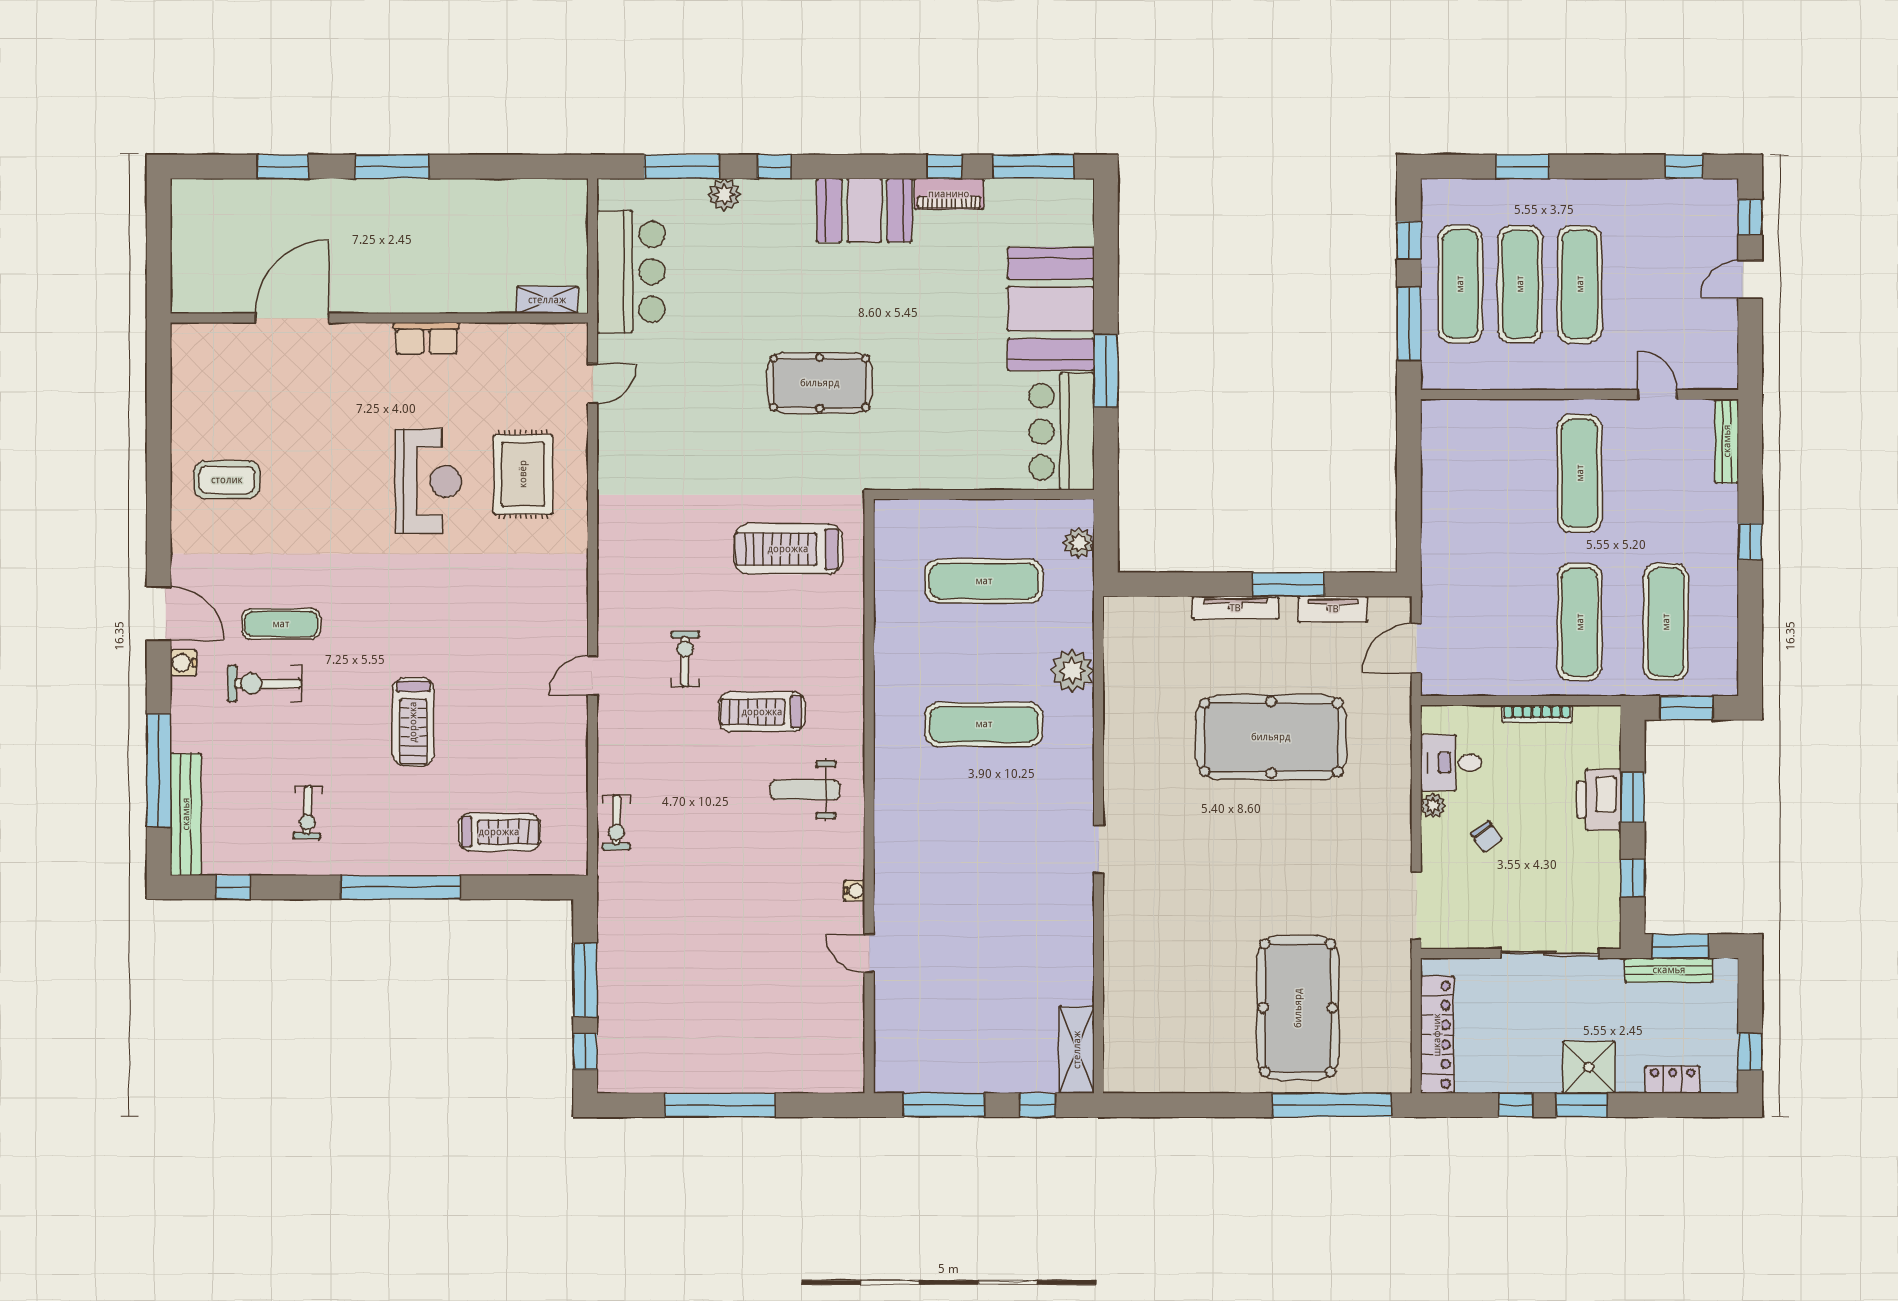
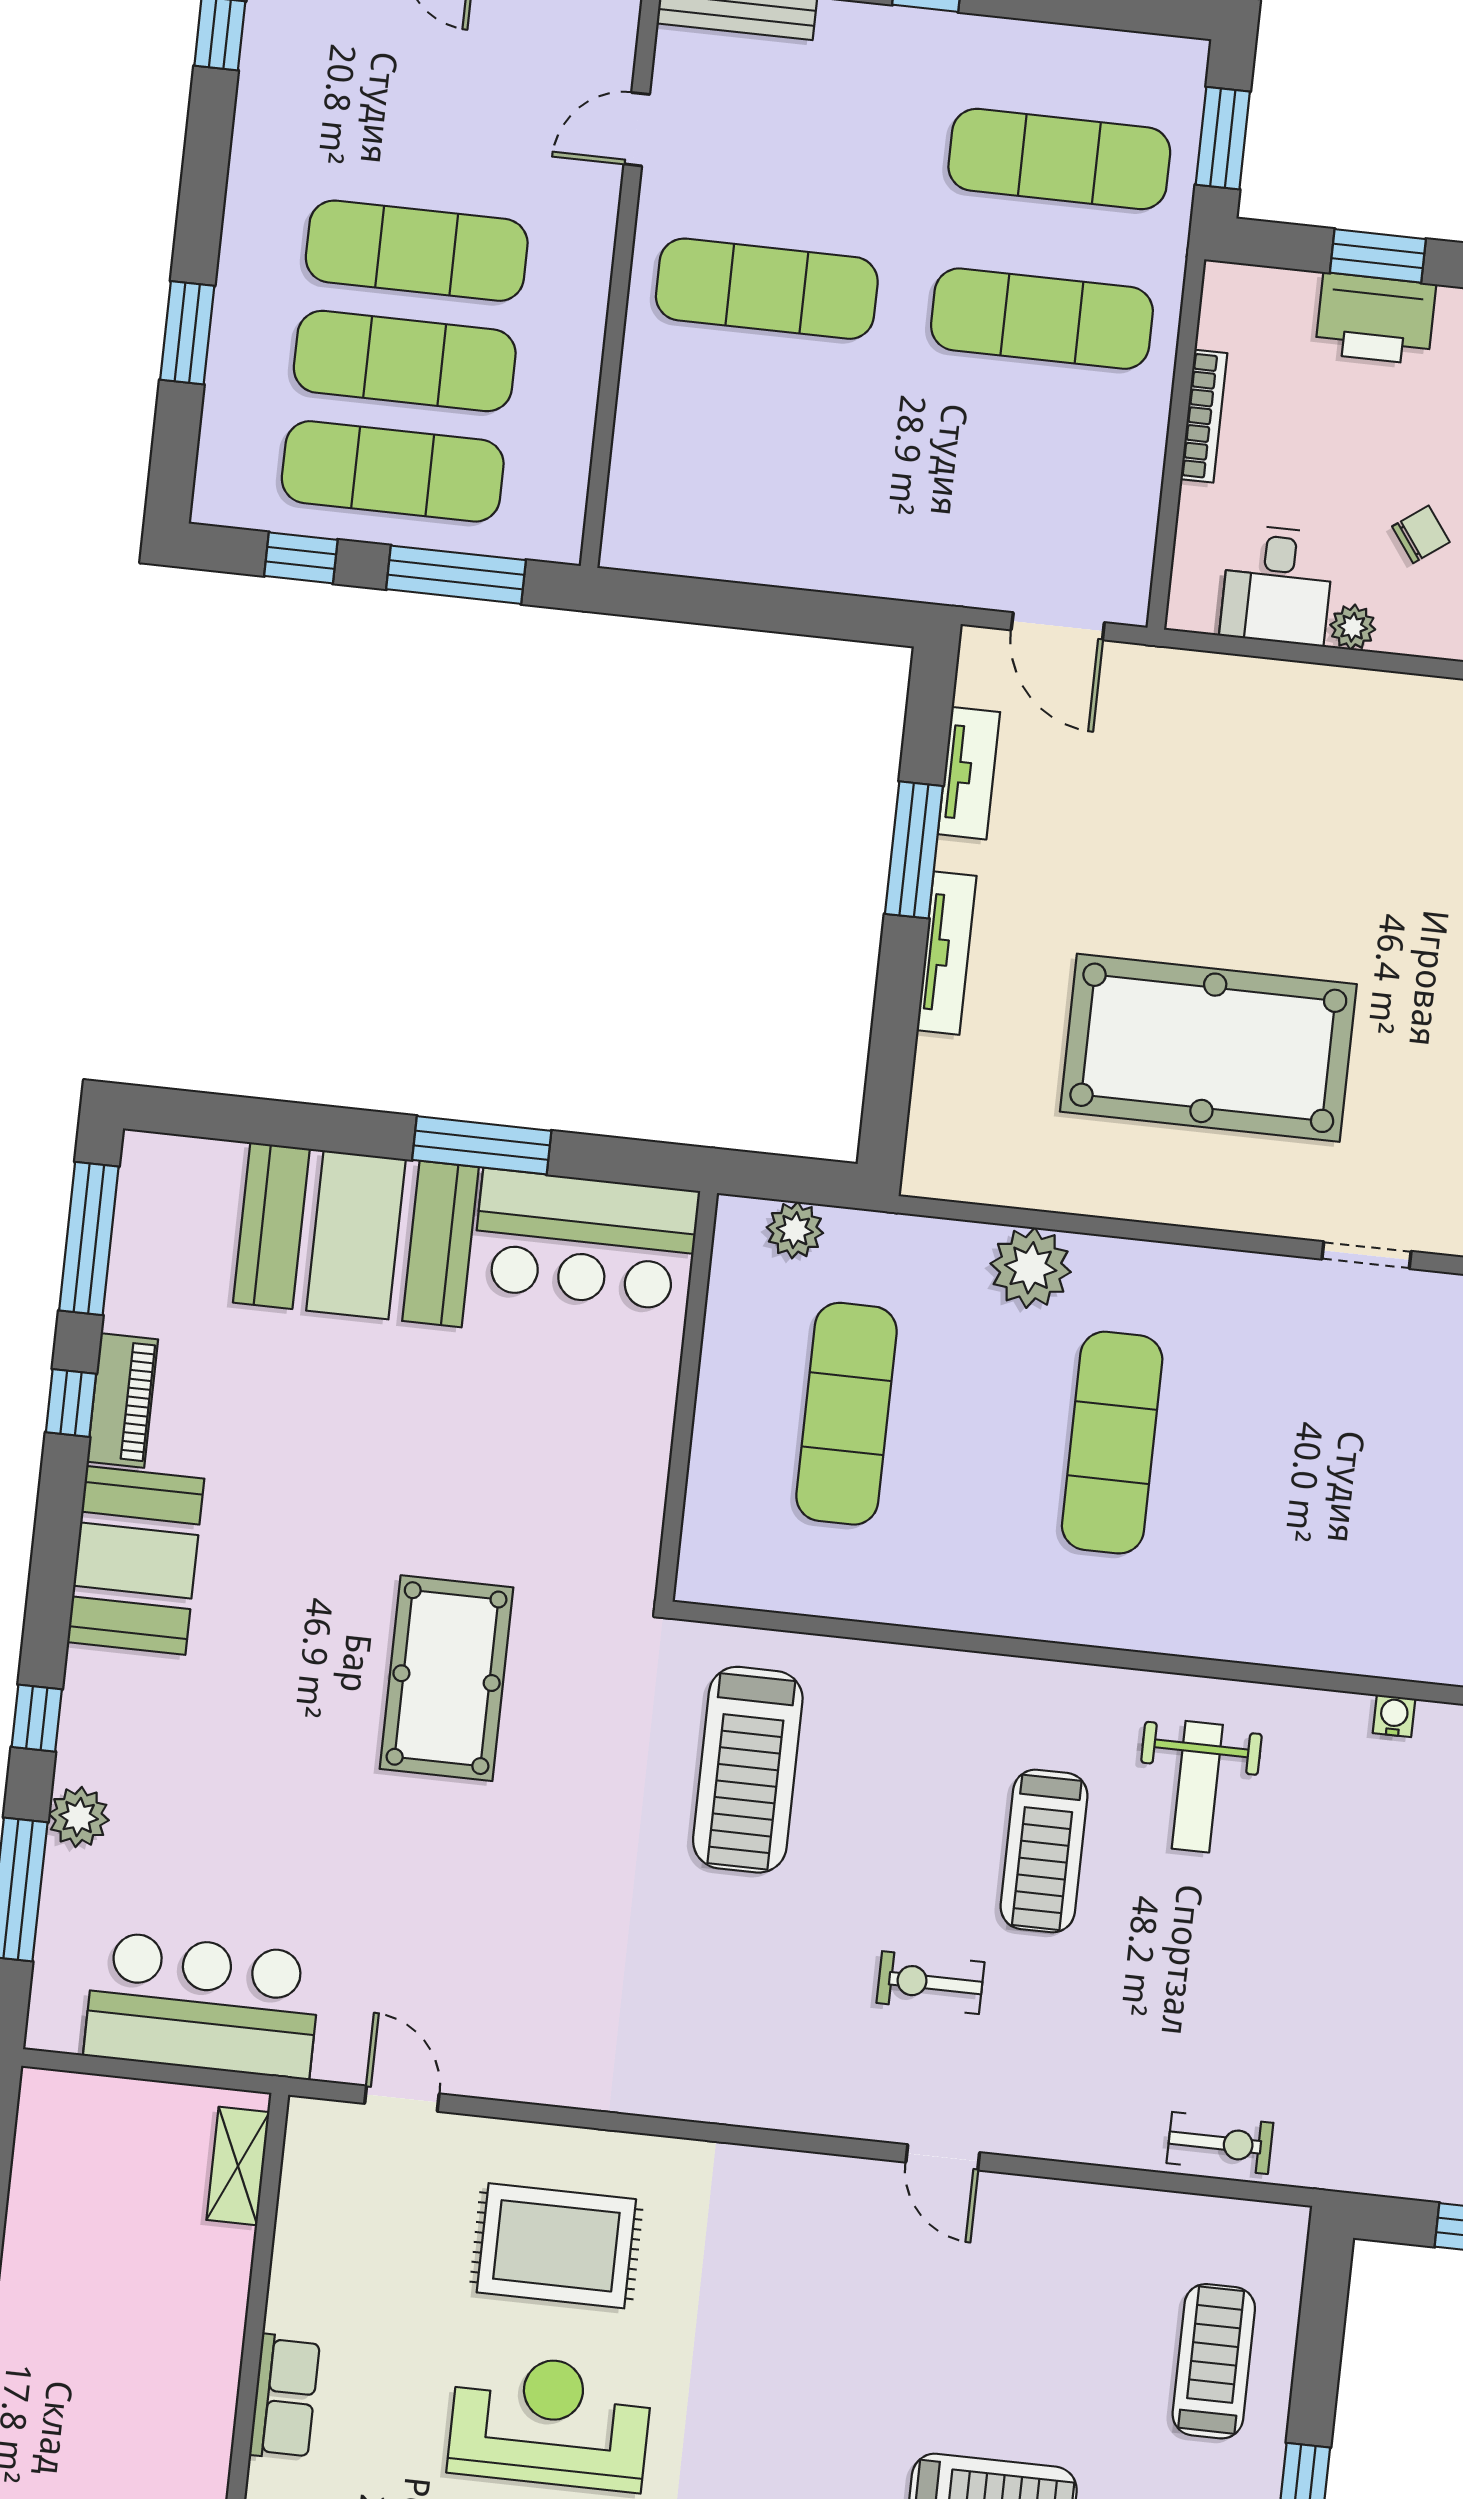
pool table: (1271, 737) -> (1208, 1048), moved, turned 90

